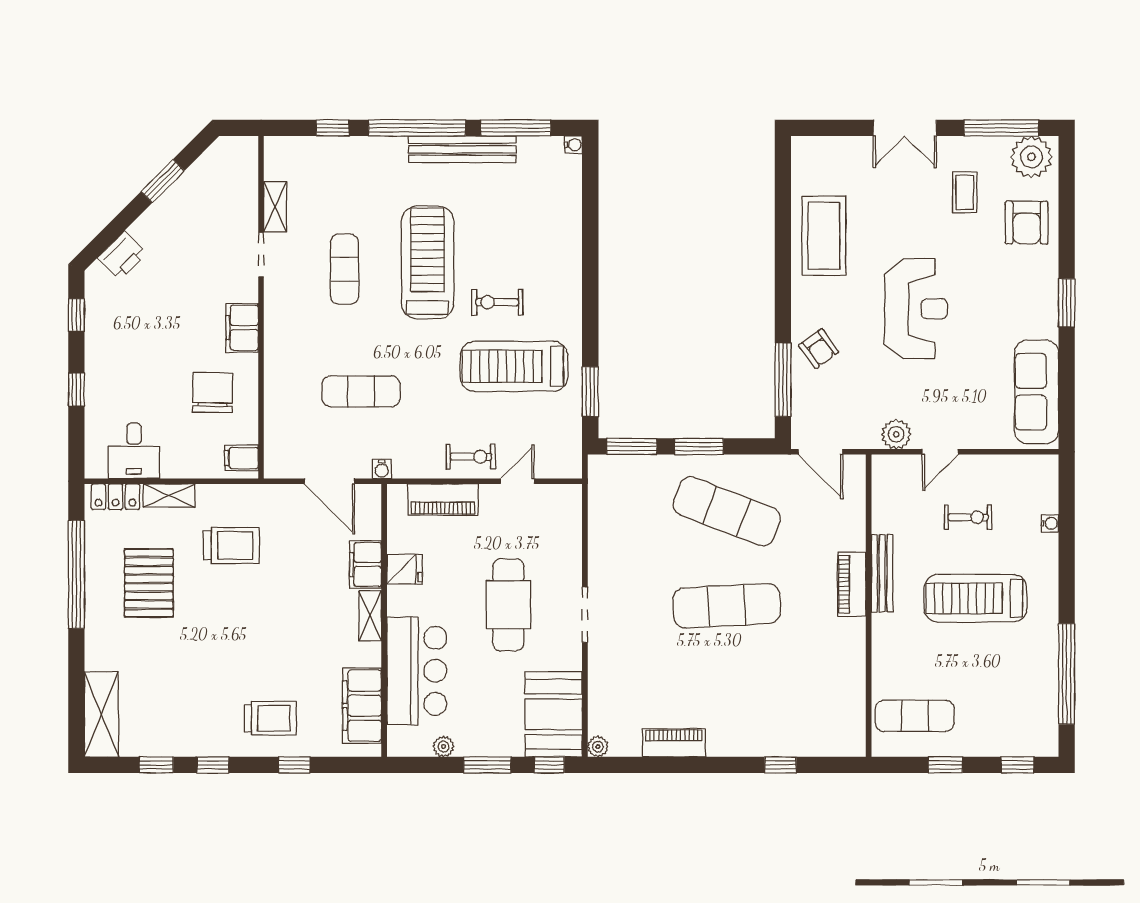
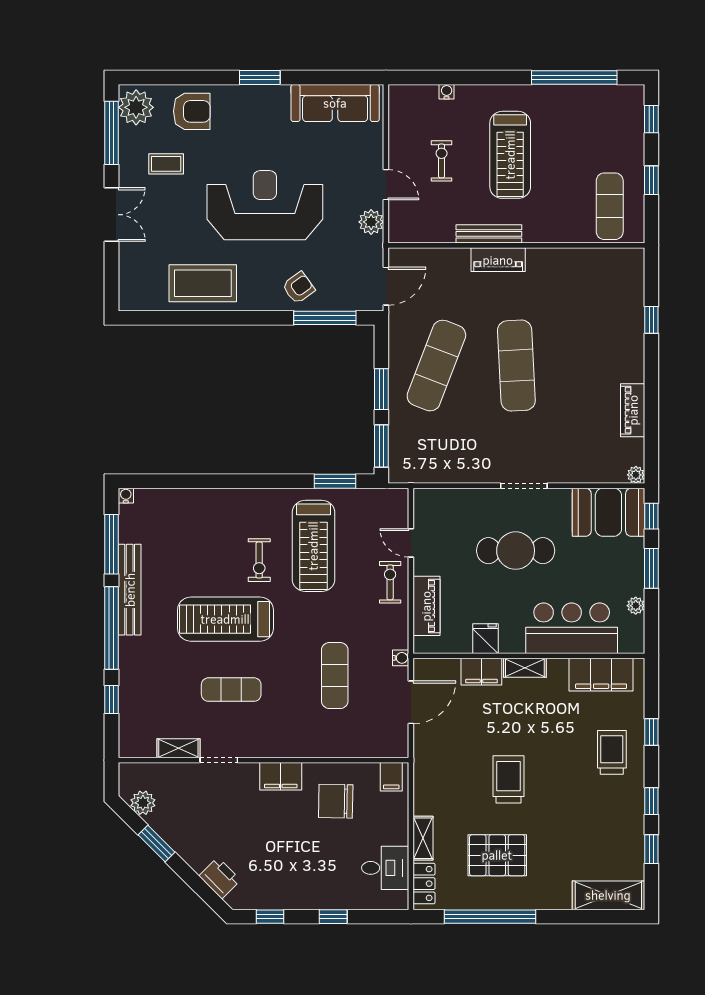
plant: (211, 165) -> (143, 803), added
reception desk: (916, 309) -> (265, 205), width x1.36, depth x1.30
trolley: (231, 545) -> (508, 779), moved

